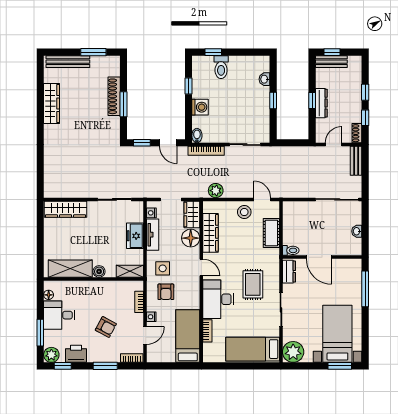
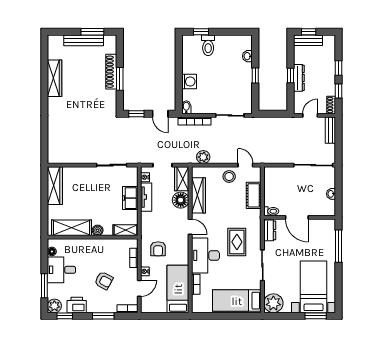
bench: (68, 62) -> (84, 40), moved
window: (189, 86) -> (179, 62), removed
wardrobe: (66, 209) -> (55, 186), moved, turned -90
side table: (163, 268) -> (155, 227), removed

